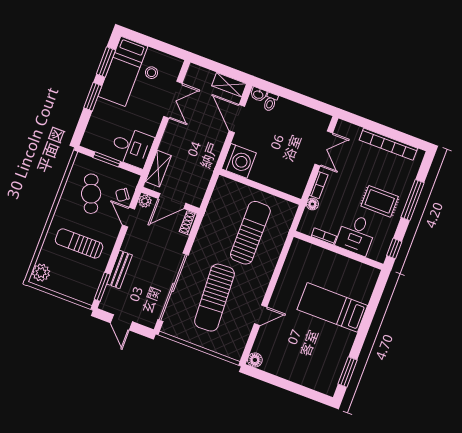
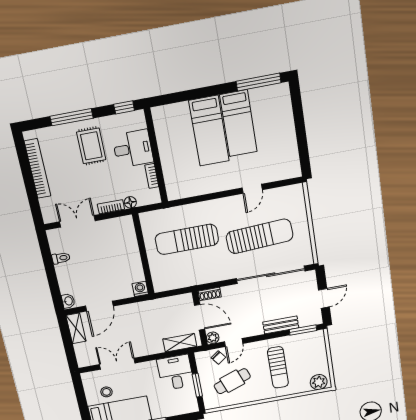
toilet: (270, 102) -> (61, 258), moved
washing machine: (239, 161) -> (140, 289), width x0.53, depth x0.53
door: (261, 315) -> (252, 189), swing flipped
bed: (324, 336) -> (238, 123), added
floor lamp: (255, 360) -> (294, 171), removed
window: (348, 372) -> (259, 82), width x1.44

